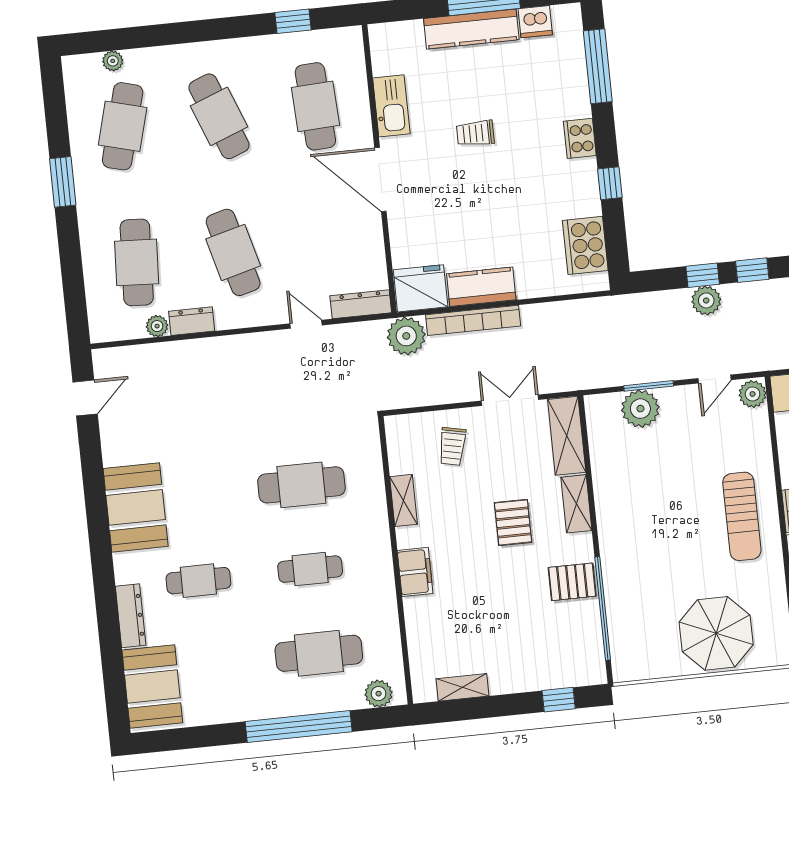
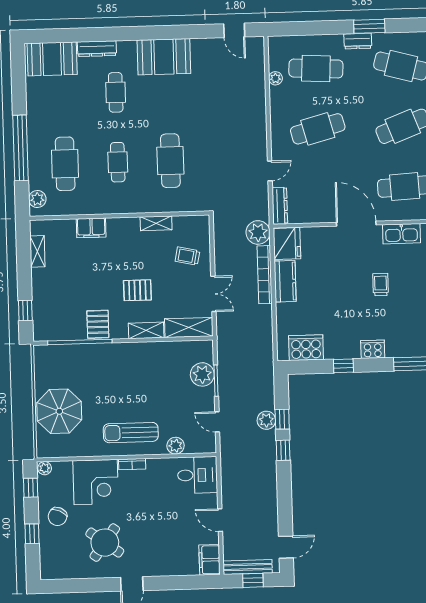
door: (380, 180) -> (356, 224), hinge flipped
dresser: (192, 321) -> (358, 41), moved, turned 90
plant: (753, 394) -> (176, 446), moved
filing cabinet: (415, 572) -> (91, 228), moved

